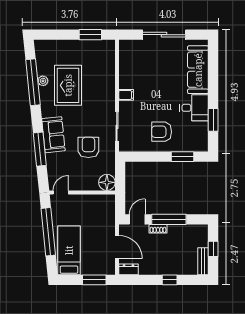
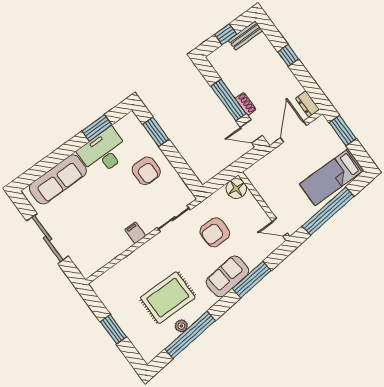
window: (90, 35) -> (113, 329), moved
desk: (194, 108) -> (104, 152), width x1.37

